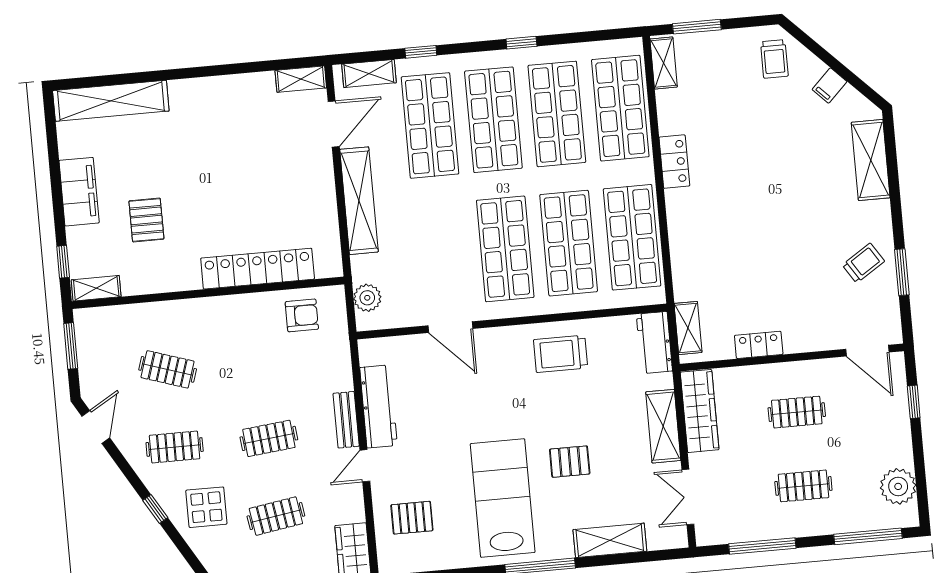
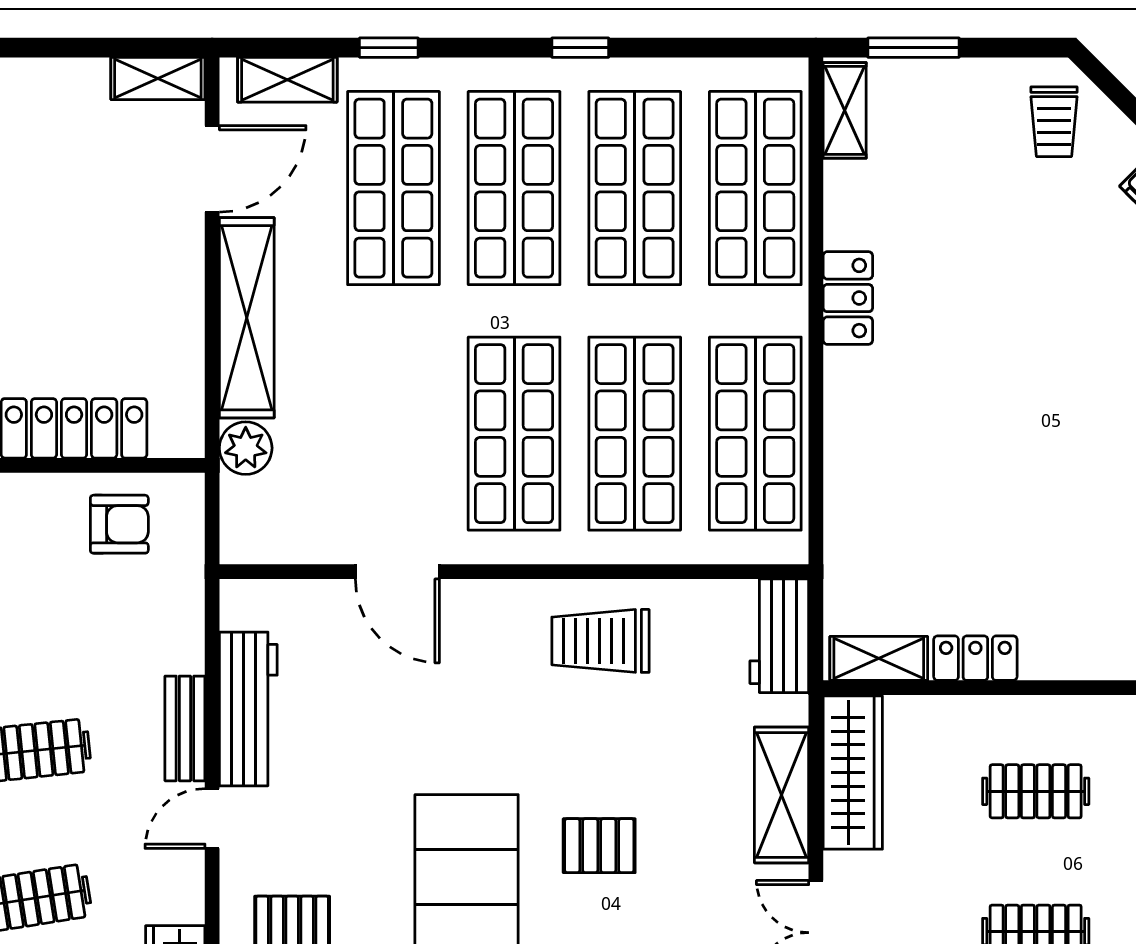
plant: (367, 298) -> (246, 448), moved
shelving: (688, 328) -> (879, 658), moved, turned 90

